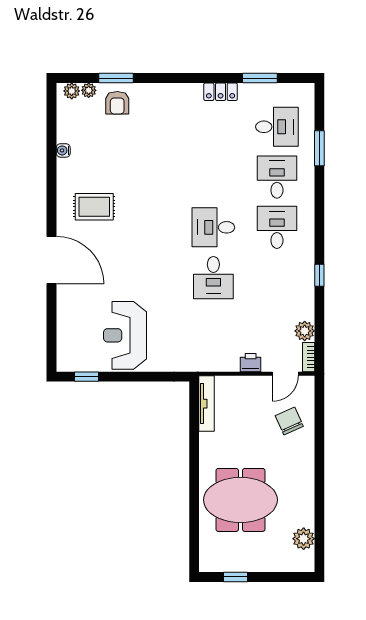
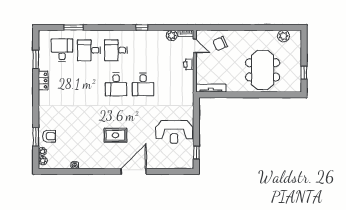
rug: (94, 207) -> (115, 135), moved, turned 90
desk: (213, 278) -> (143, 84), turned 90

